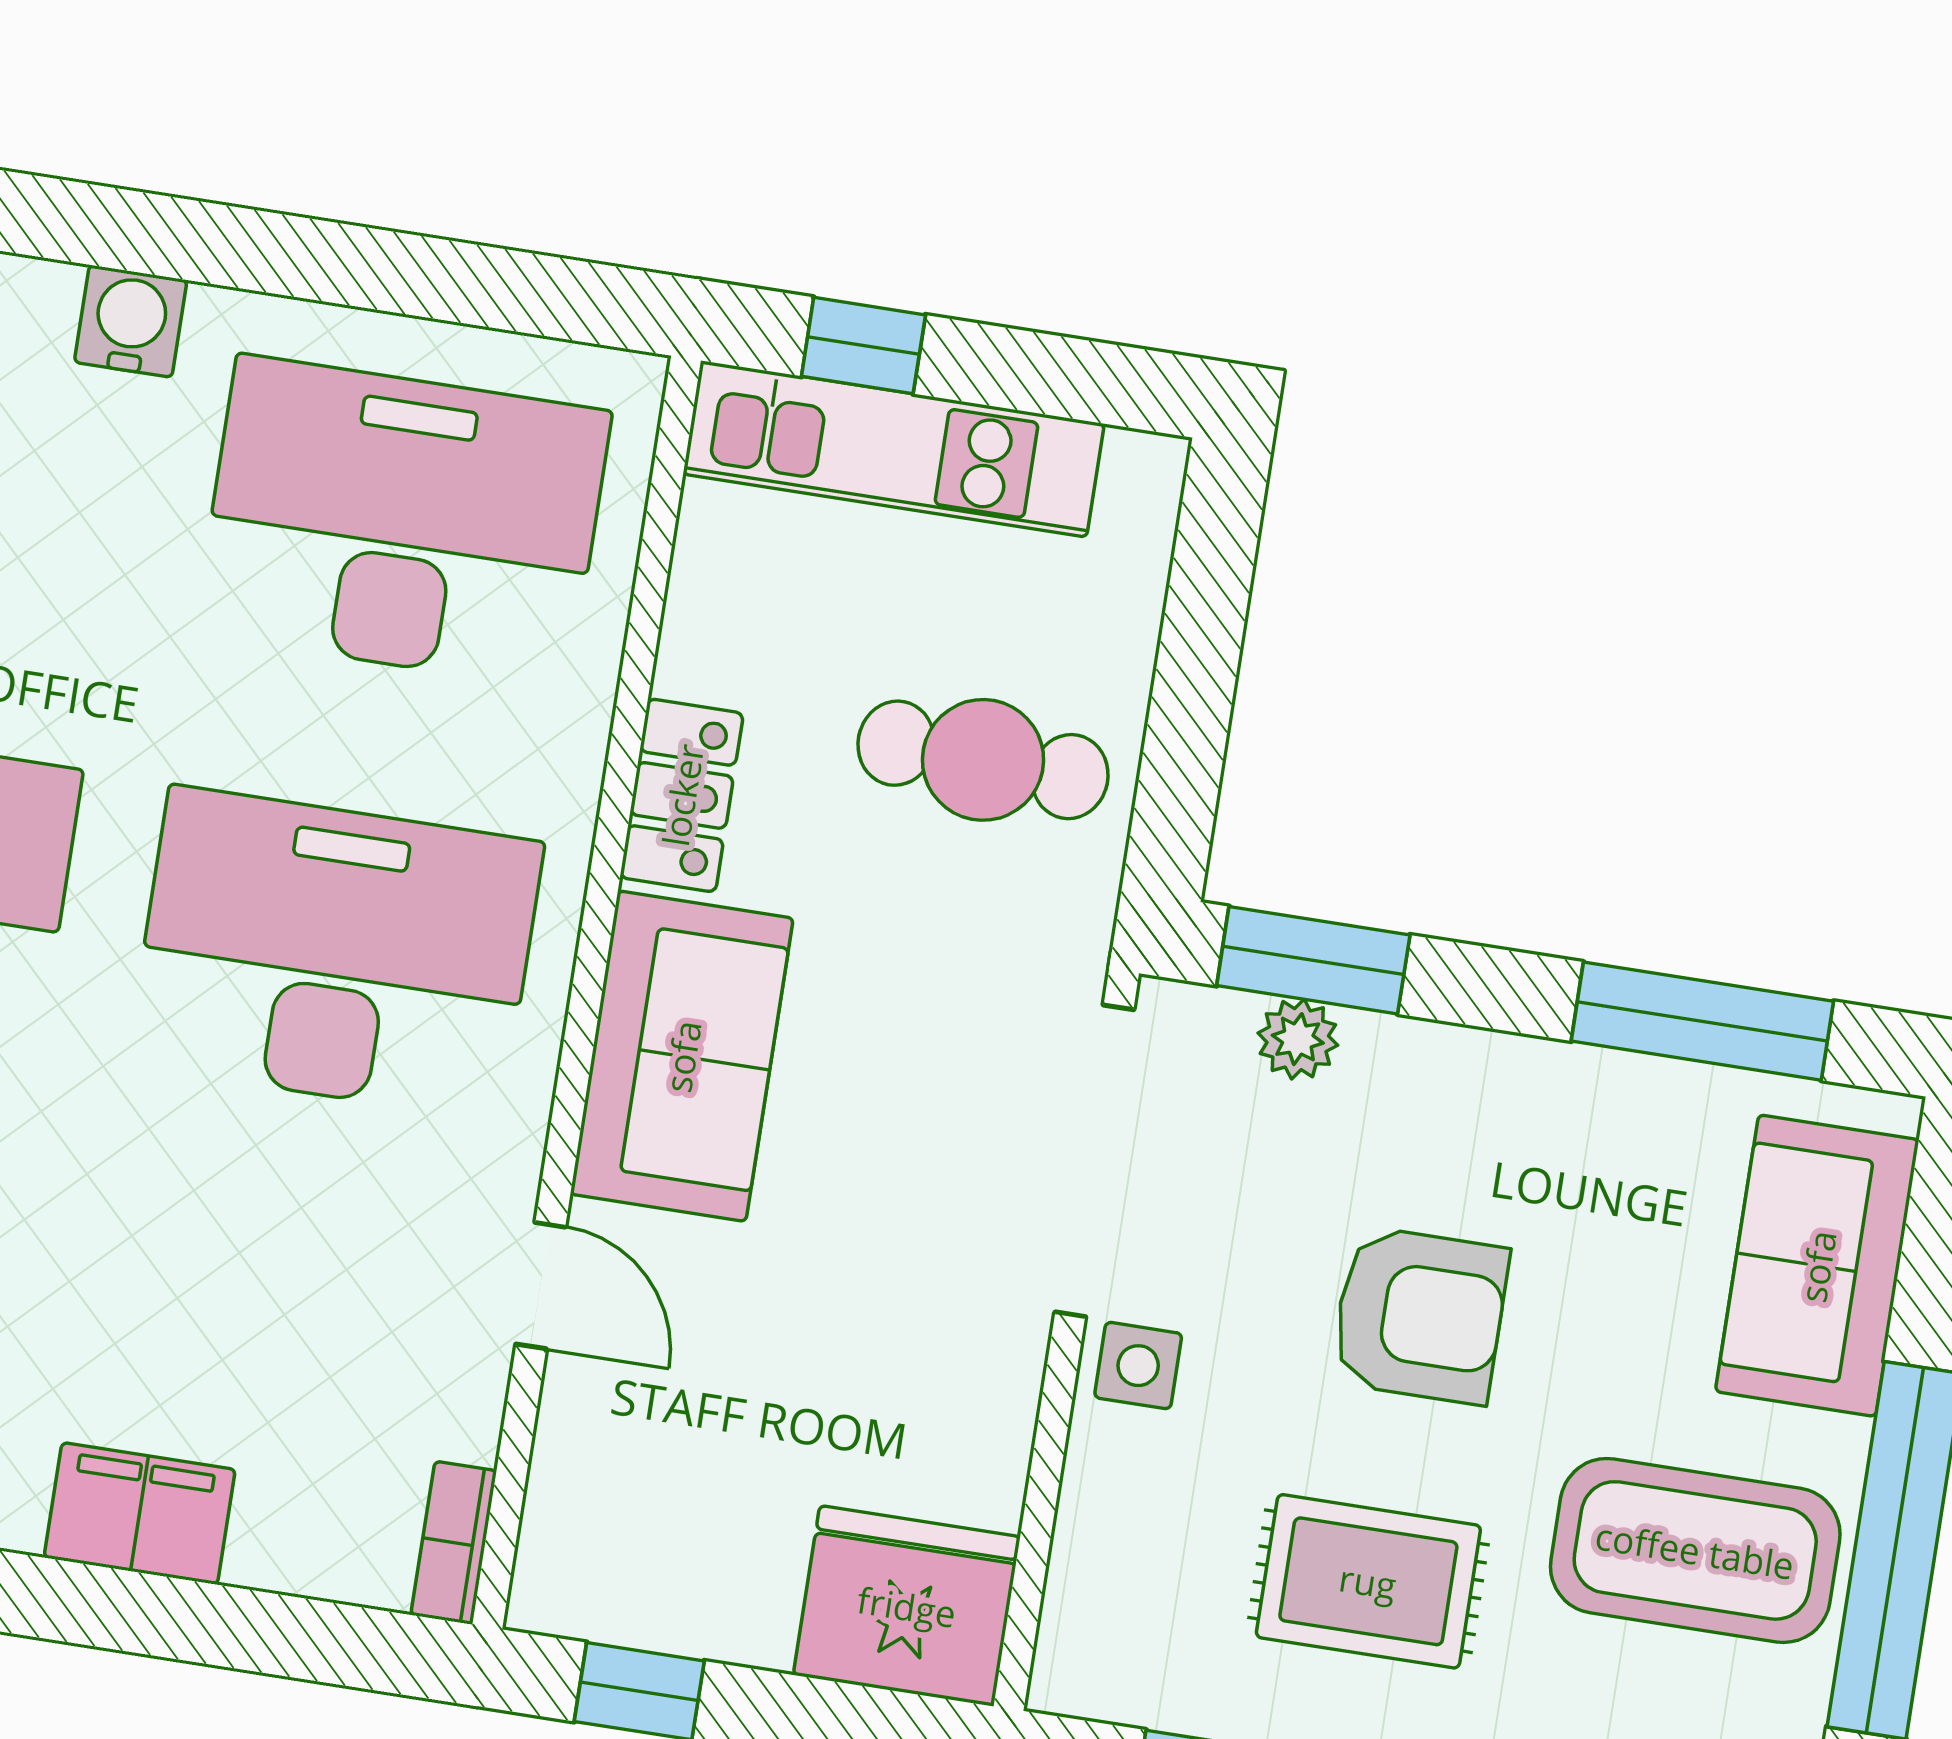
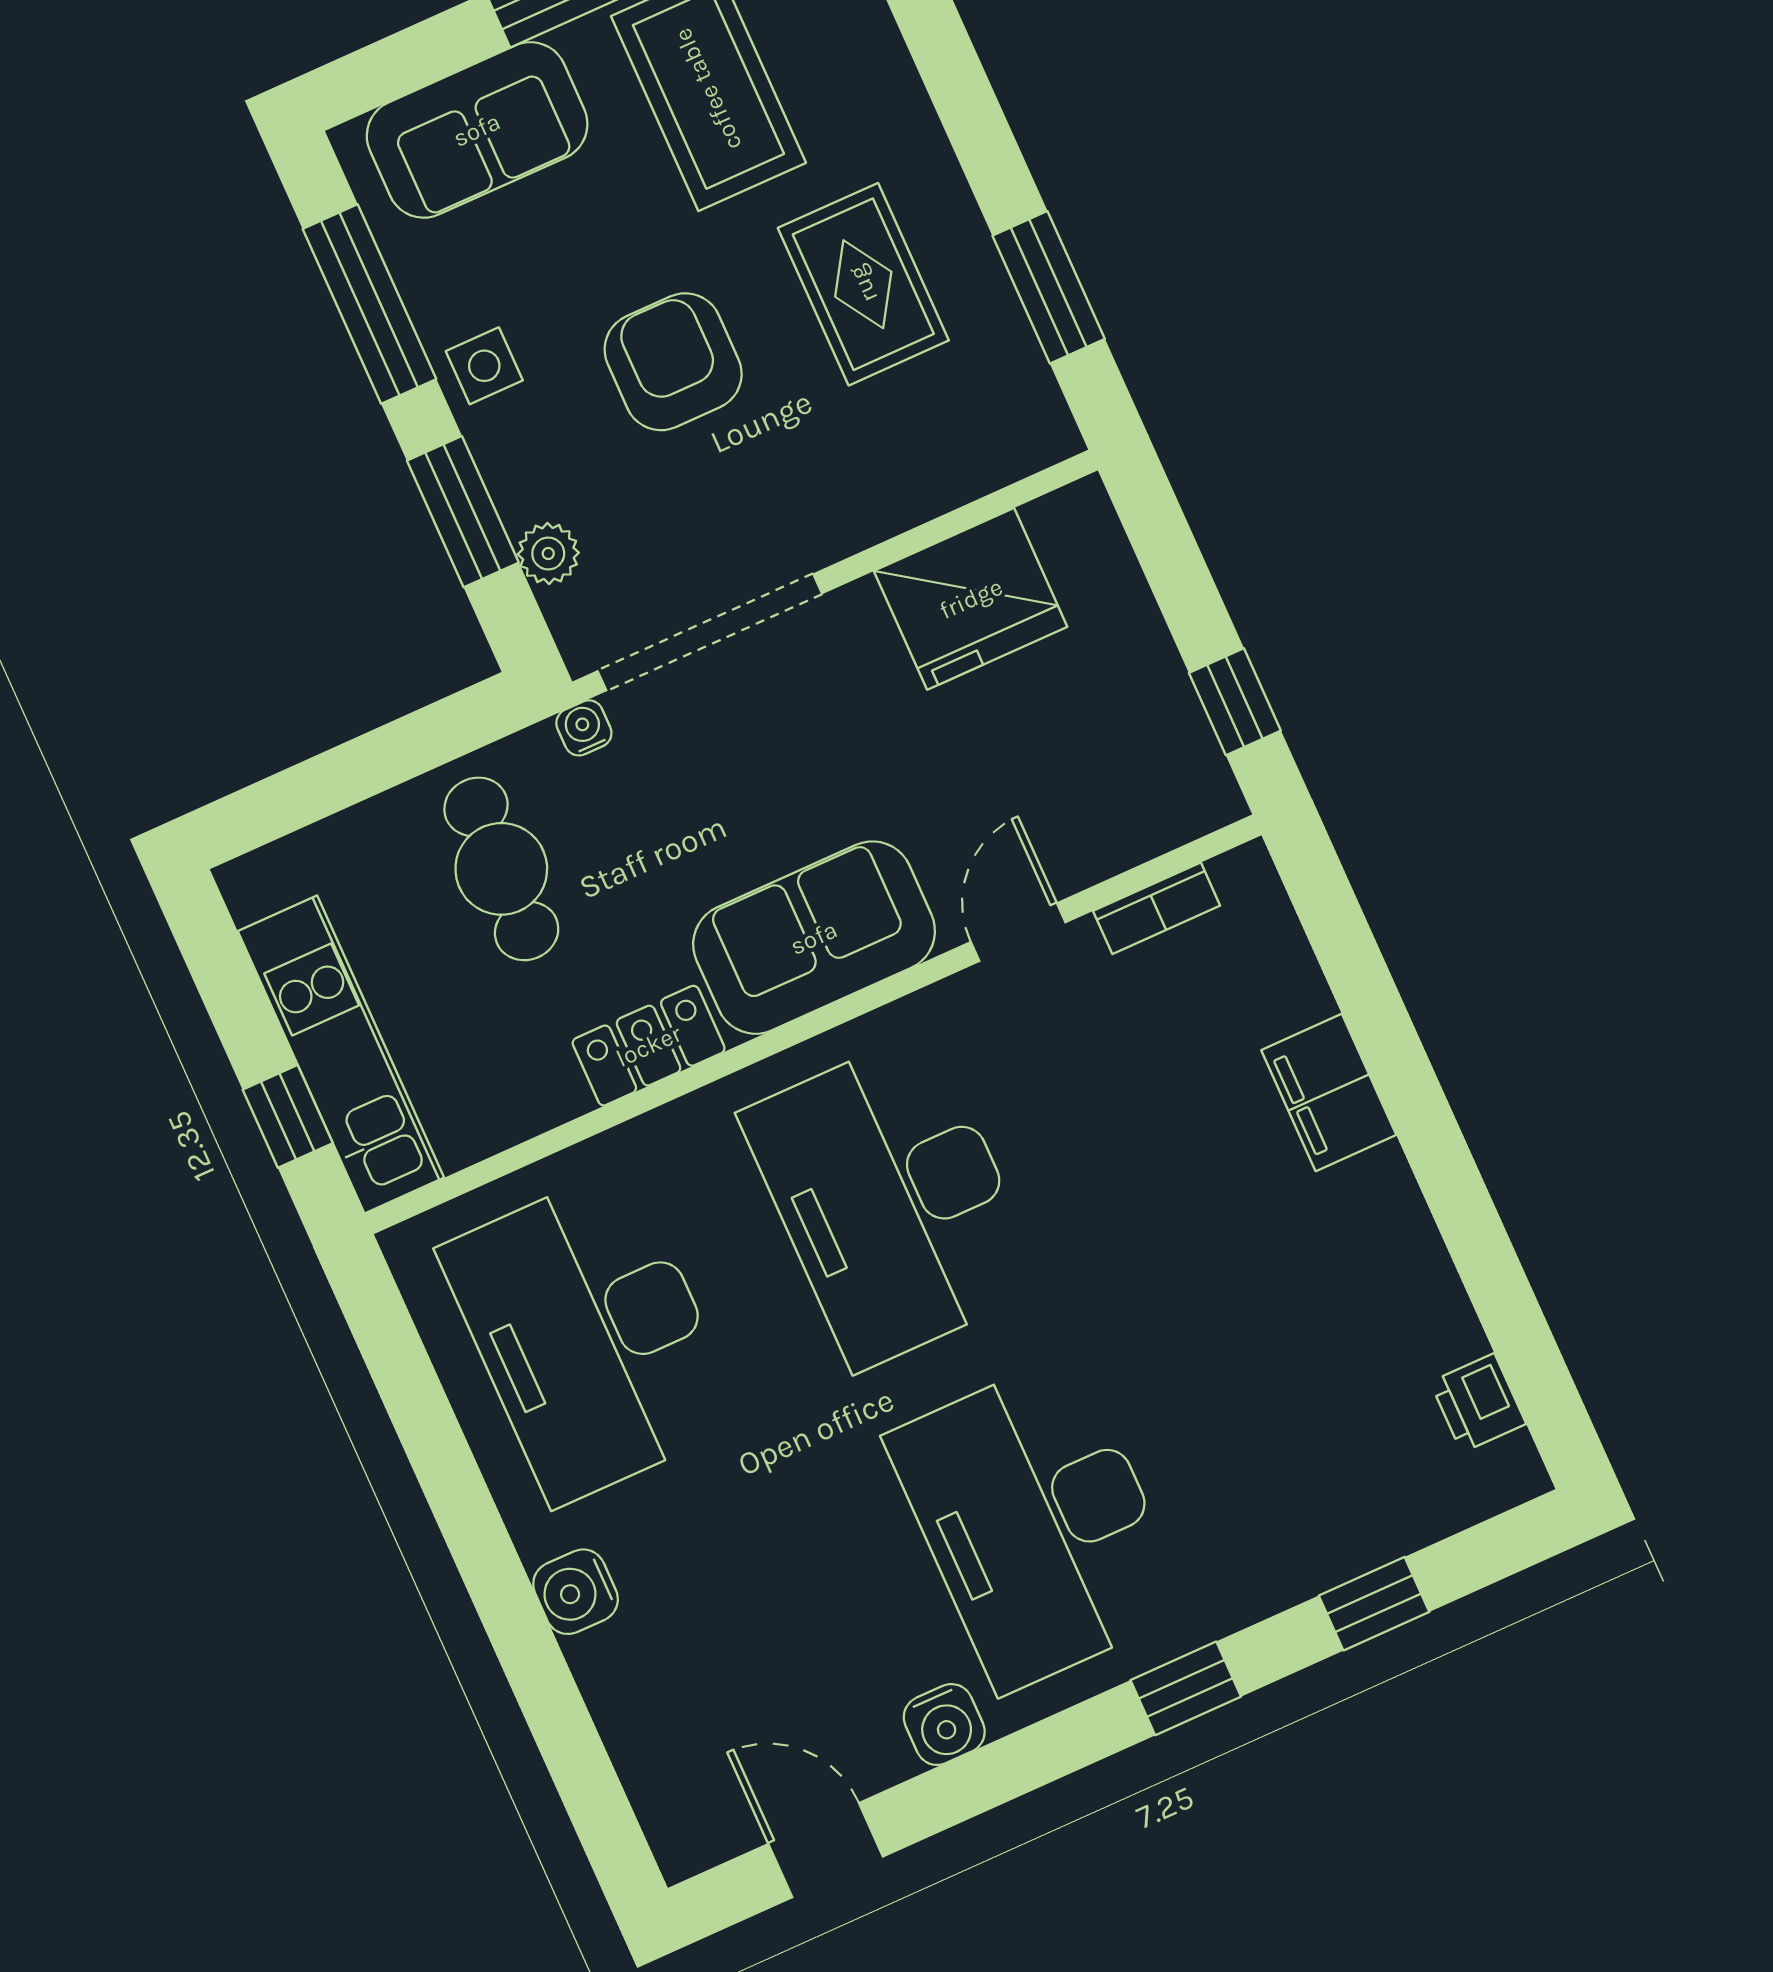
water cooler: (1079, 953) -> (584, 728), added
window: (1313, 960) -> (463, 512), moved
side table: (1138, 1366) -> (484, 366), moved
bookcase: (454, 1543) -> (1157, 908), moved
fridge: (907, 1606) -> (971, 599), moved, turned -90

